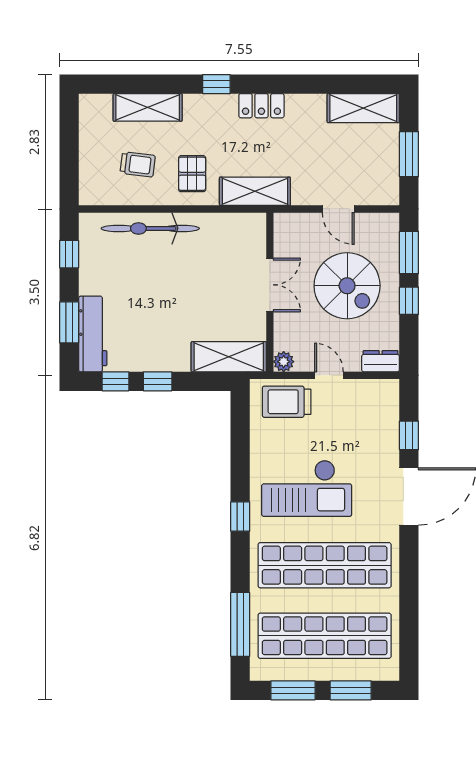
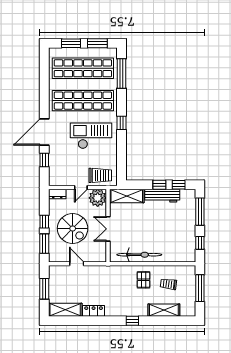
locker: (261, 106) -> (94, 311), moved
window: (69, 155) -> (200, 288), added
shelving: (255, 191) -> (115, 272), removed
bicycle: (150, 228) -> (139, 255), moved
spiral stairs: (347, 286) -> (73, 228), turned 180
window: (69, 322) -> (200, 212), width x1.44
workbench: (93, 334) -> (162, 196), moved, turned -90
plant: (284, 362) -> (98, 198), width x1.87, depth x1.87
door: (329, 375) -> (81, 187), hinge flipped

